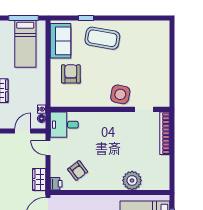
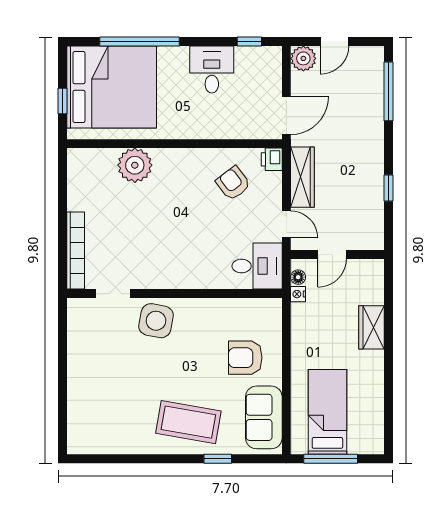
armchair: (71, 74) -> (245, 358), turned 90
wardrobe: (39, 179) -> (302, 177), width x1.50

